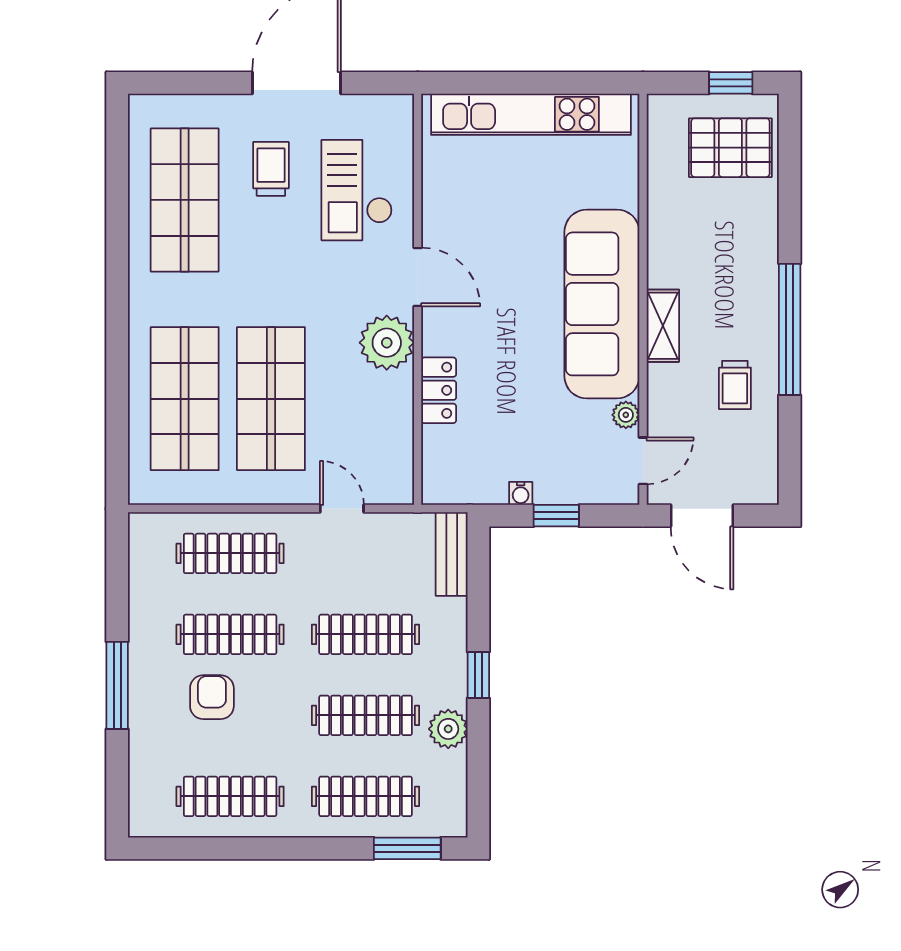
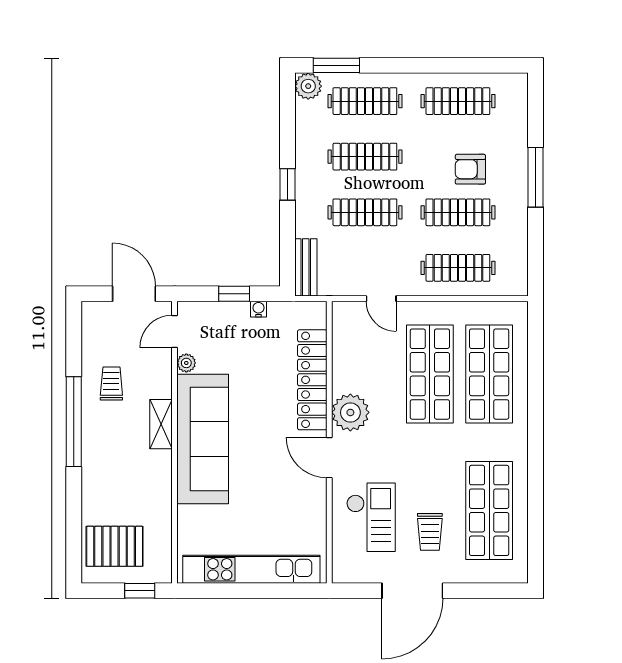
window: (731, 83) -> (140, 591), moved
locker: (439, 390) -> (312, 380), width x2.16, depth x1.21
armchair: (212, 697) -> (470, 169), turned 90
plant: (448, 729) -> (308, 86), moved

